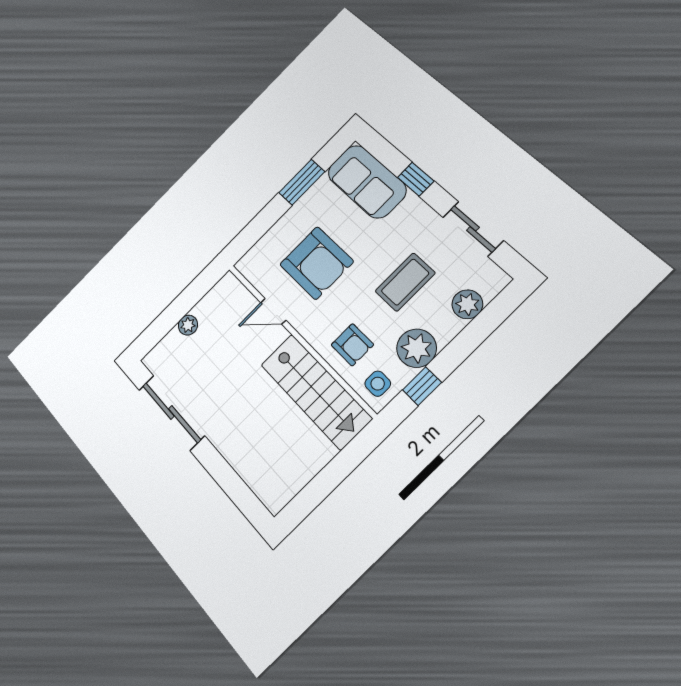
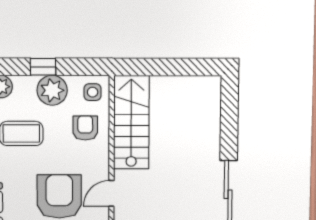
door: (273, 311) -> (111, 193), swing flipped
window: (422, 386) -> (43, 67), moved

